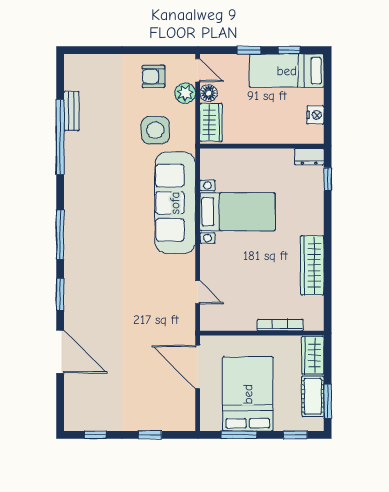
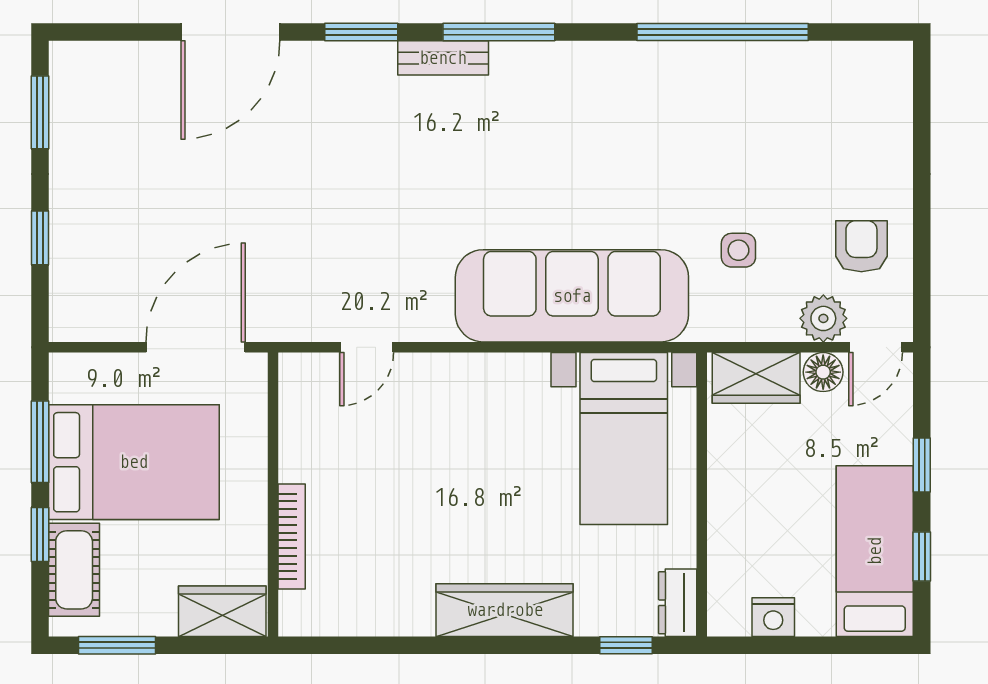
bench: (71, 111) -> (443, 58), moved
side table: (155, 130) -> (738, 250), width x0.54, depth x0.54
bed with nightstands: (237, 212) -> (624, 439), moved
wardrobe: (312, 265) -> (505, 610), moved
cot: (313, 396) -> (74, 570), moved, turned 90
window: (95, 435) -> (40, 112), width x1.50
window: (295, 435) -> (40, 534), moved

